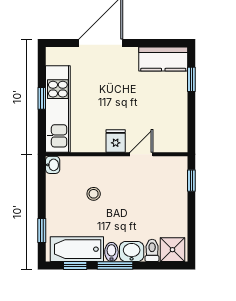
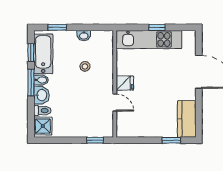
washbasin: (53, 165) -> (84, 36), moved

